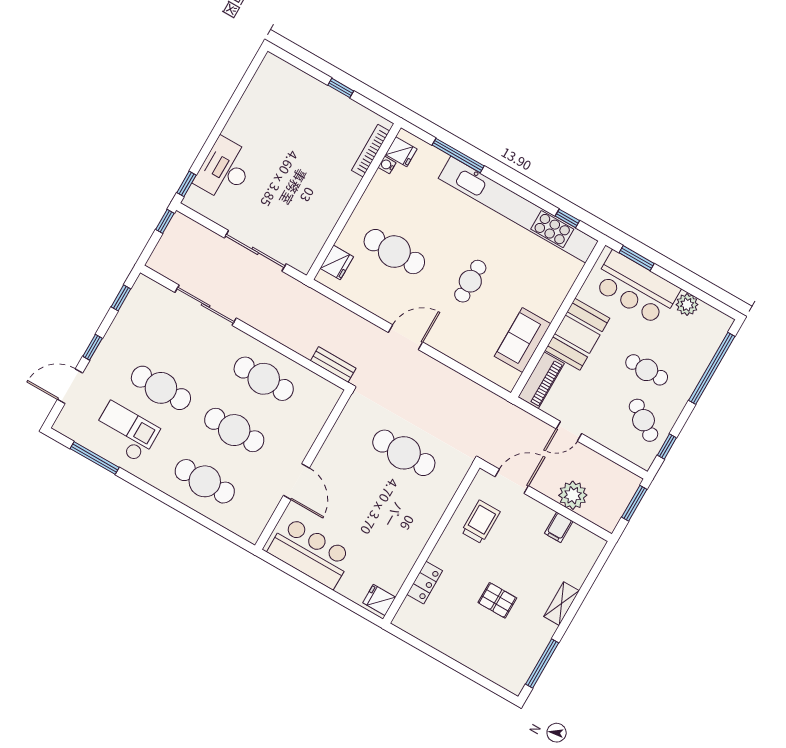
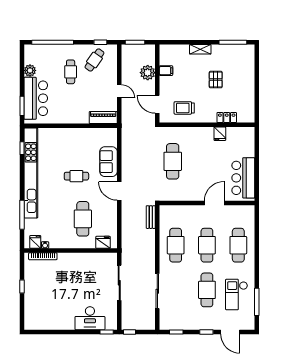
booth: (577, 334) -> (73, 113), removed
sofa: (523, 340) -> (108, 162), moved, turned 90
fridge: (379, 600) -> (220, 134), moved

